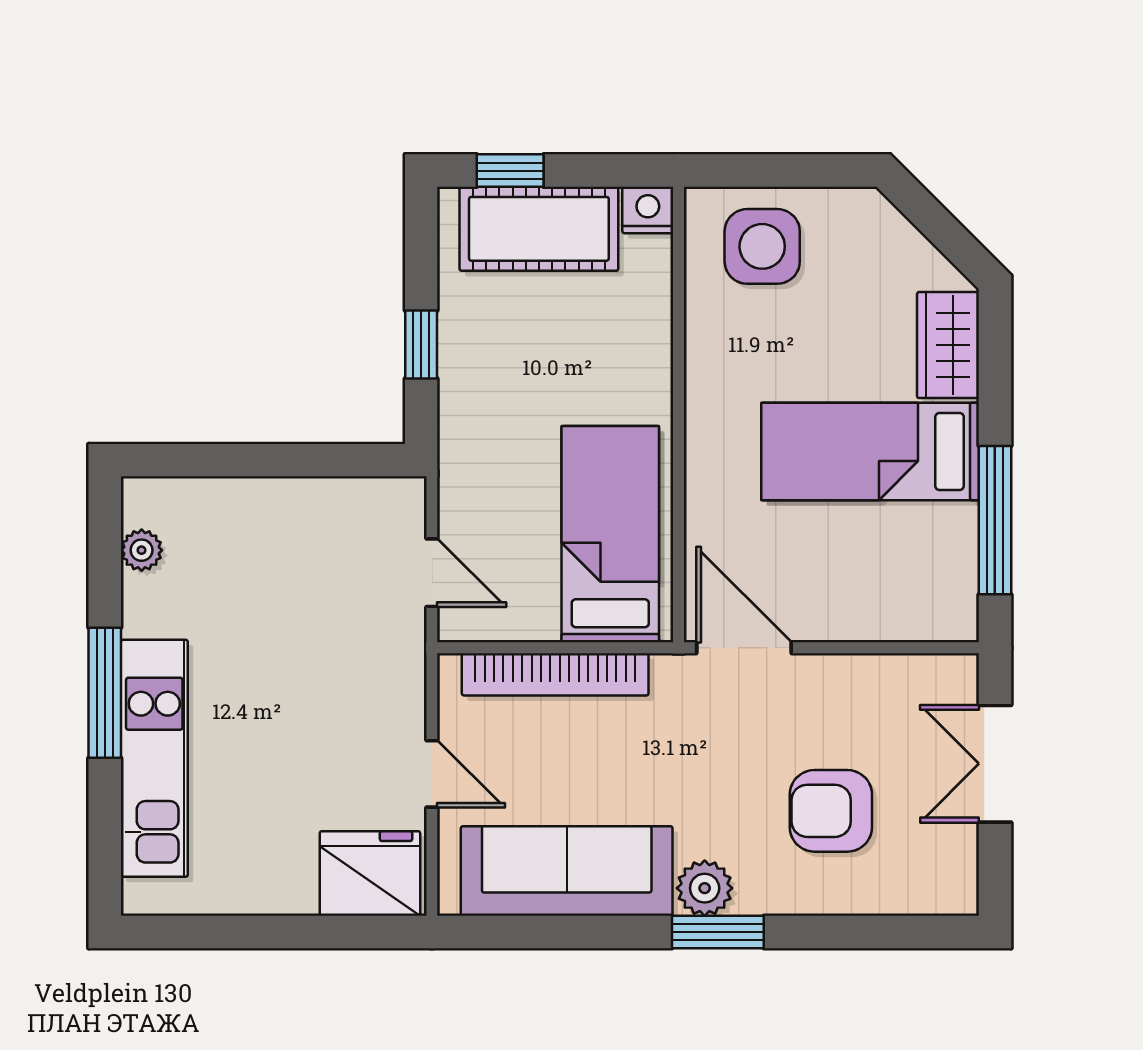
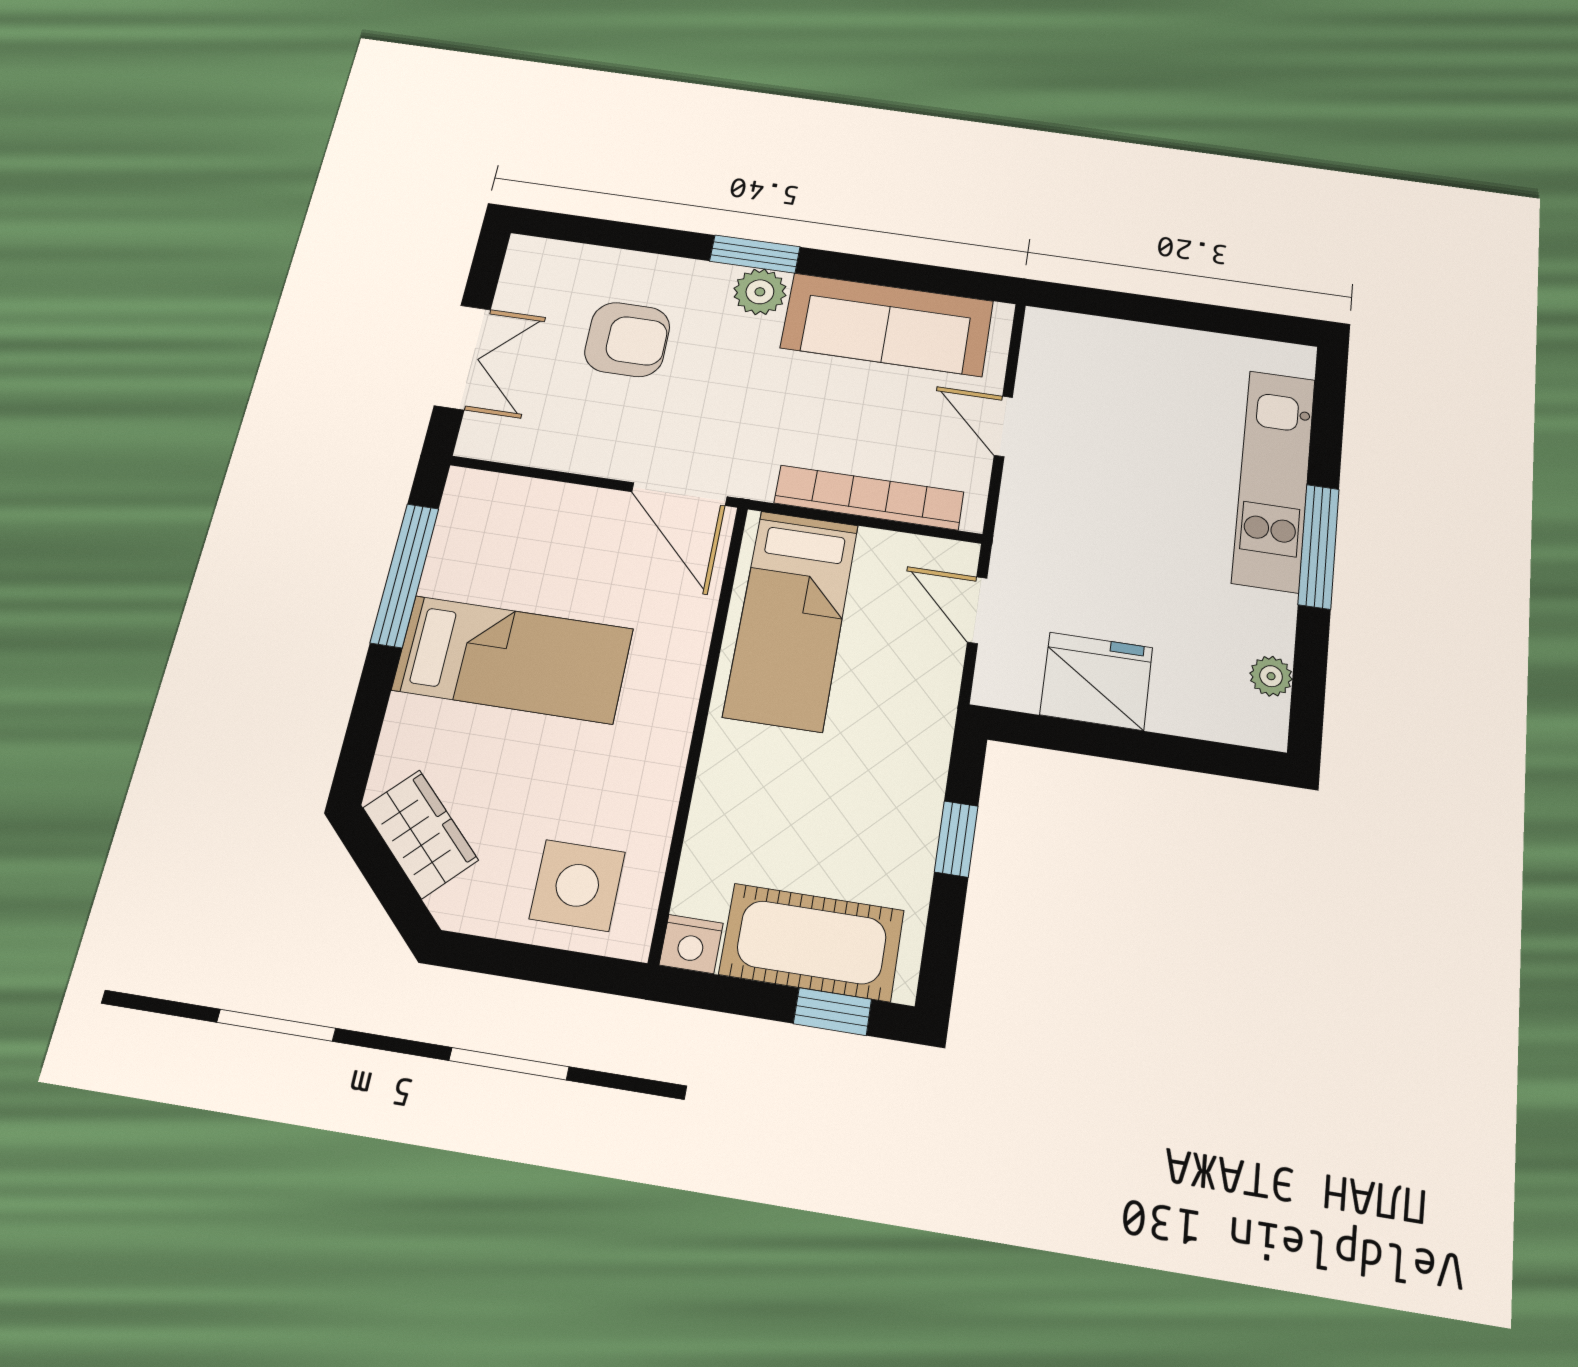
wardrobe: (948, 345) -> (420, 834), moved, turned -45
fridge: (370, 874) -> (1096, 681), moved, turned 180

